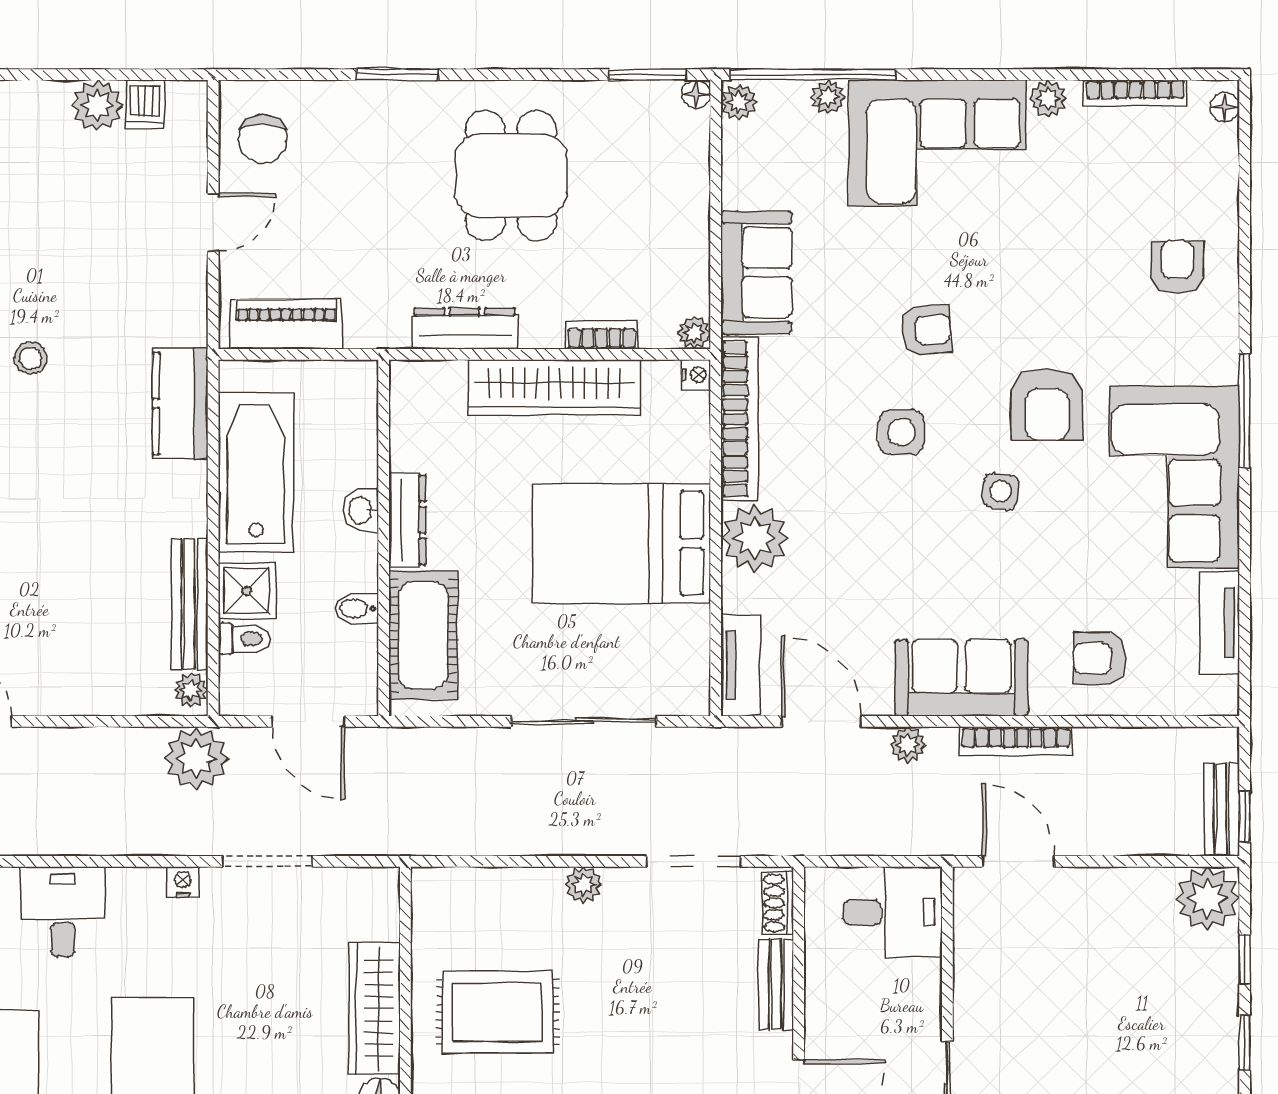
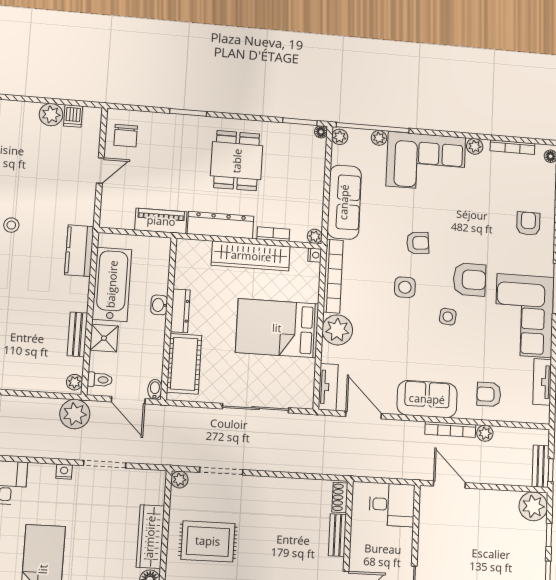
sofa: (756, 272) -> (344, 202), width x1.36
piano: (286, 324) -> (161, 221), moved
dresser: (465, 328) -> (221, 225), width x1.37, depth x1.24
armchair: (1047, 404) -> (470, 280), turned -90
bench: (190, 604) -> (77, 334), width x0.73
bidet: (357, 608) -> (155, 389), moved, turned 90
toilet: (244, 639) -> (100, 380), moved
plant: (908, 745) -> (485, 433), moved
doorway: (694, 861) -> (221, 471), moved
plant: (583, 885) -> (179, 480), moved

